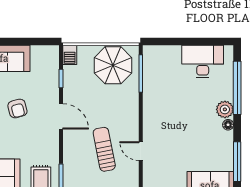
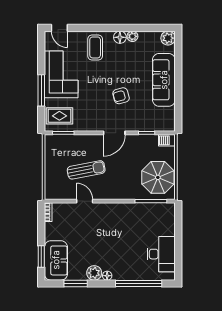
plant: (225, 109) -> (94, 273), moved
door: (141, 151) -> (85, 201), hinge flipped
window: (237, 162) -> (76, 283), width x0.69

